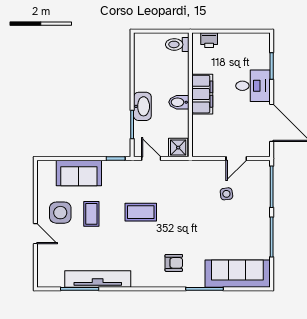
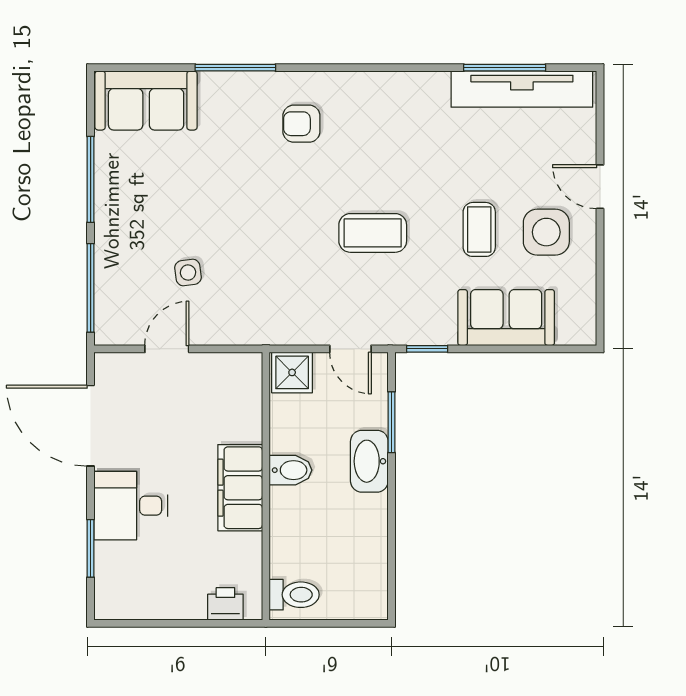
sofa: (237, 274) -> (146, 100), width x0.73
tv unit: (98, 279) -> (522, 89), moved

